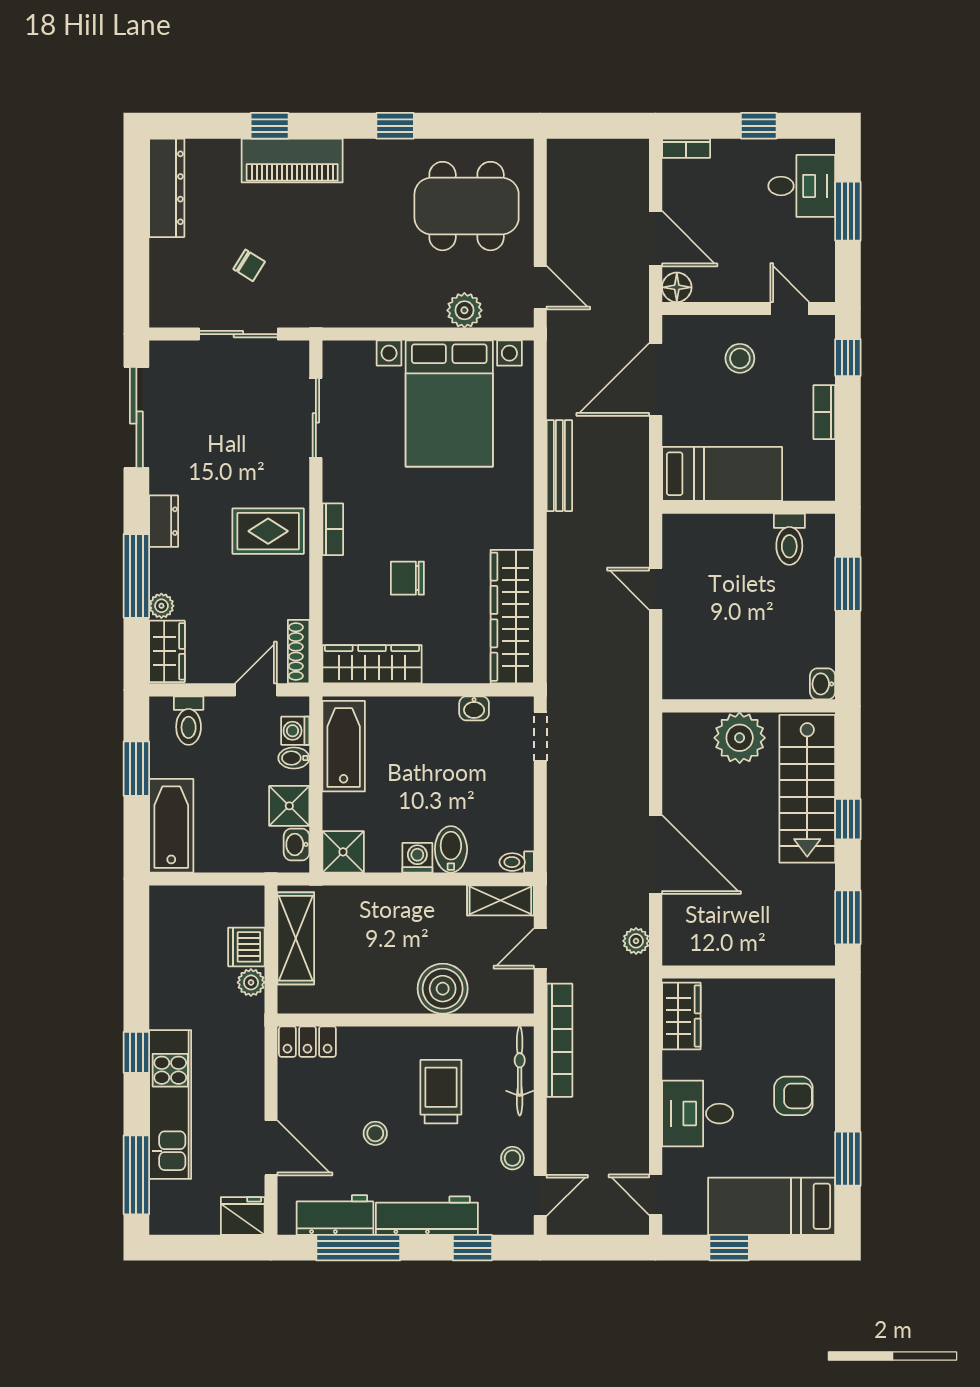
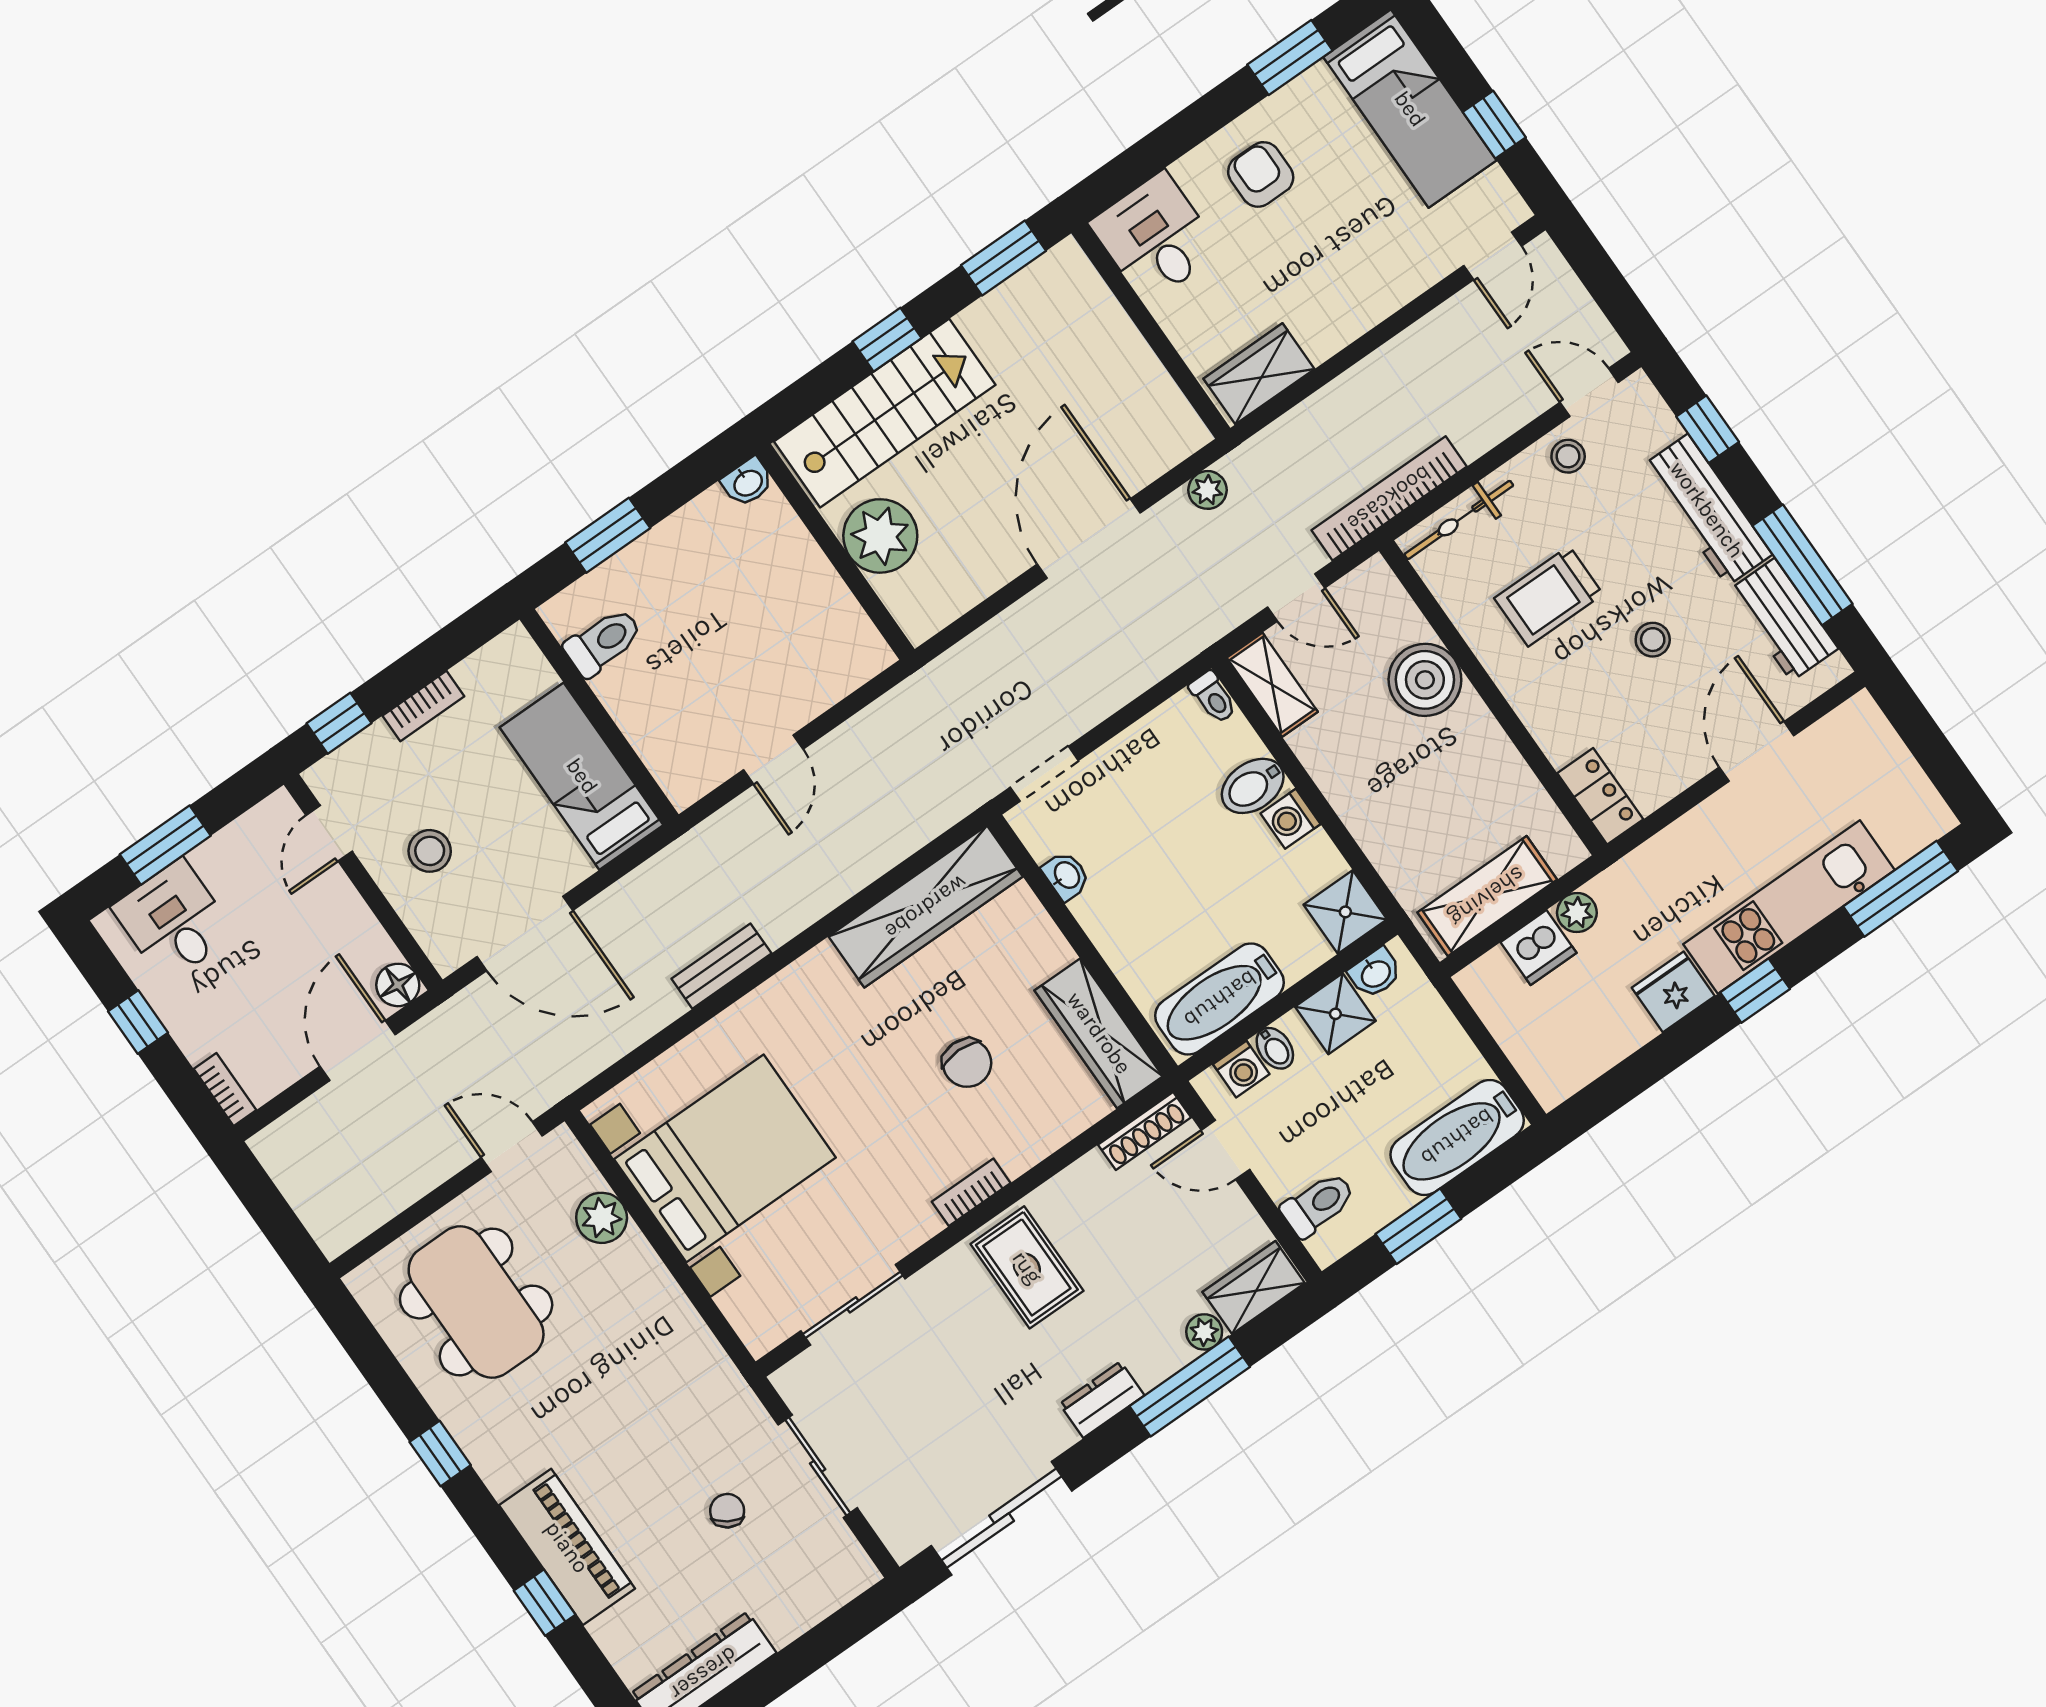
door: (540, 288) -> (512, 1147), hinge flipped
bench: (559, 466) -> (721, 966), width x0.73
desk: (698, 1114) -> (1155, 237), moved, turned 180
fridge: (243, 1216) -> (1673, 992), moved, turned 90

